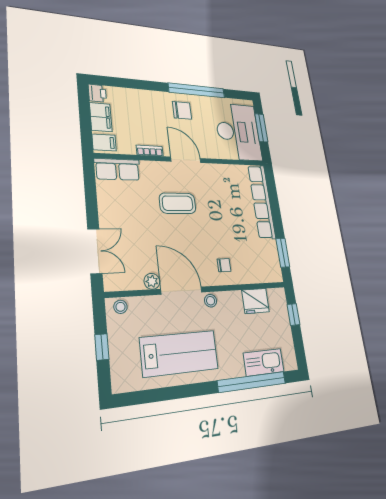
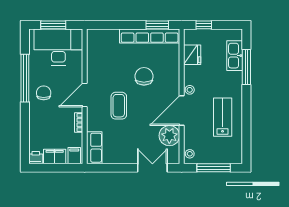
row of seats: (262, 201) -> (150, 36), moved
chair: (224, 265) -> (144, 76), moved, width x1.87, depth x1.87
plant: (152, 281) -> (169, 136), width x1.87, depth x1.87
window: (102, 347) -> (214, 168), width x2.17
lab bench: (179, 353) -> (223, 117), width x0.73, depth x0.72
window: (252, 382) -> (246, 67), width x0.68

